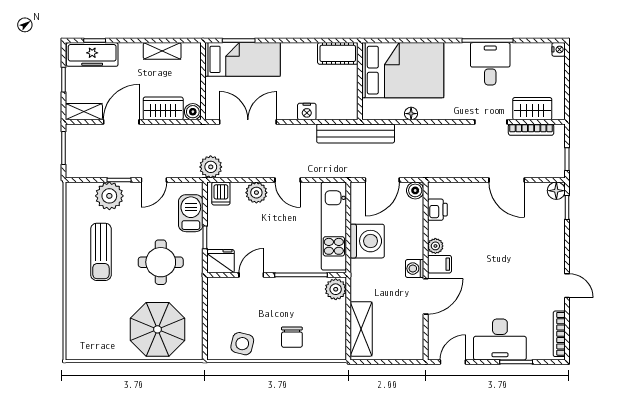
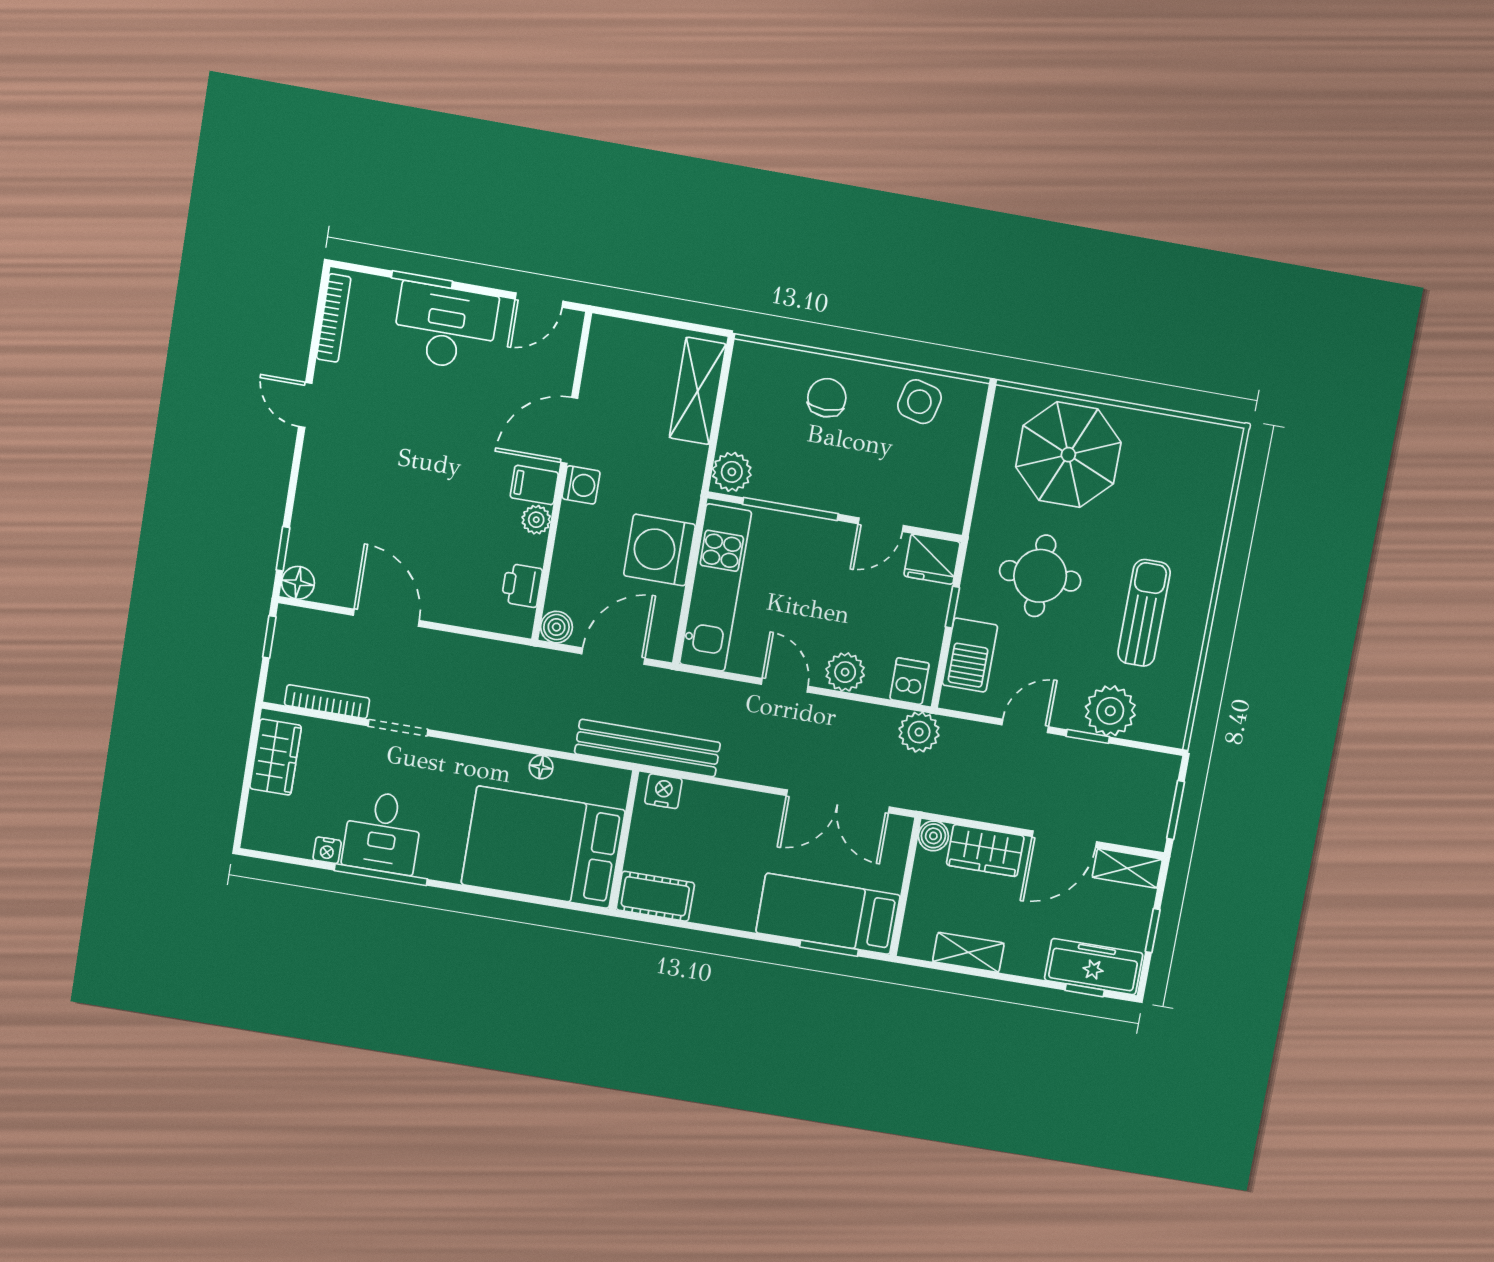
nightstand: (559, 49) -> (327, 850), moved, turned -90
wardrobe: (532, 109) -> (276, 757), moved, turned -90
nightstand: (307, 112) -> (663, 791), moved

